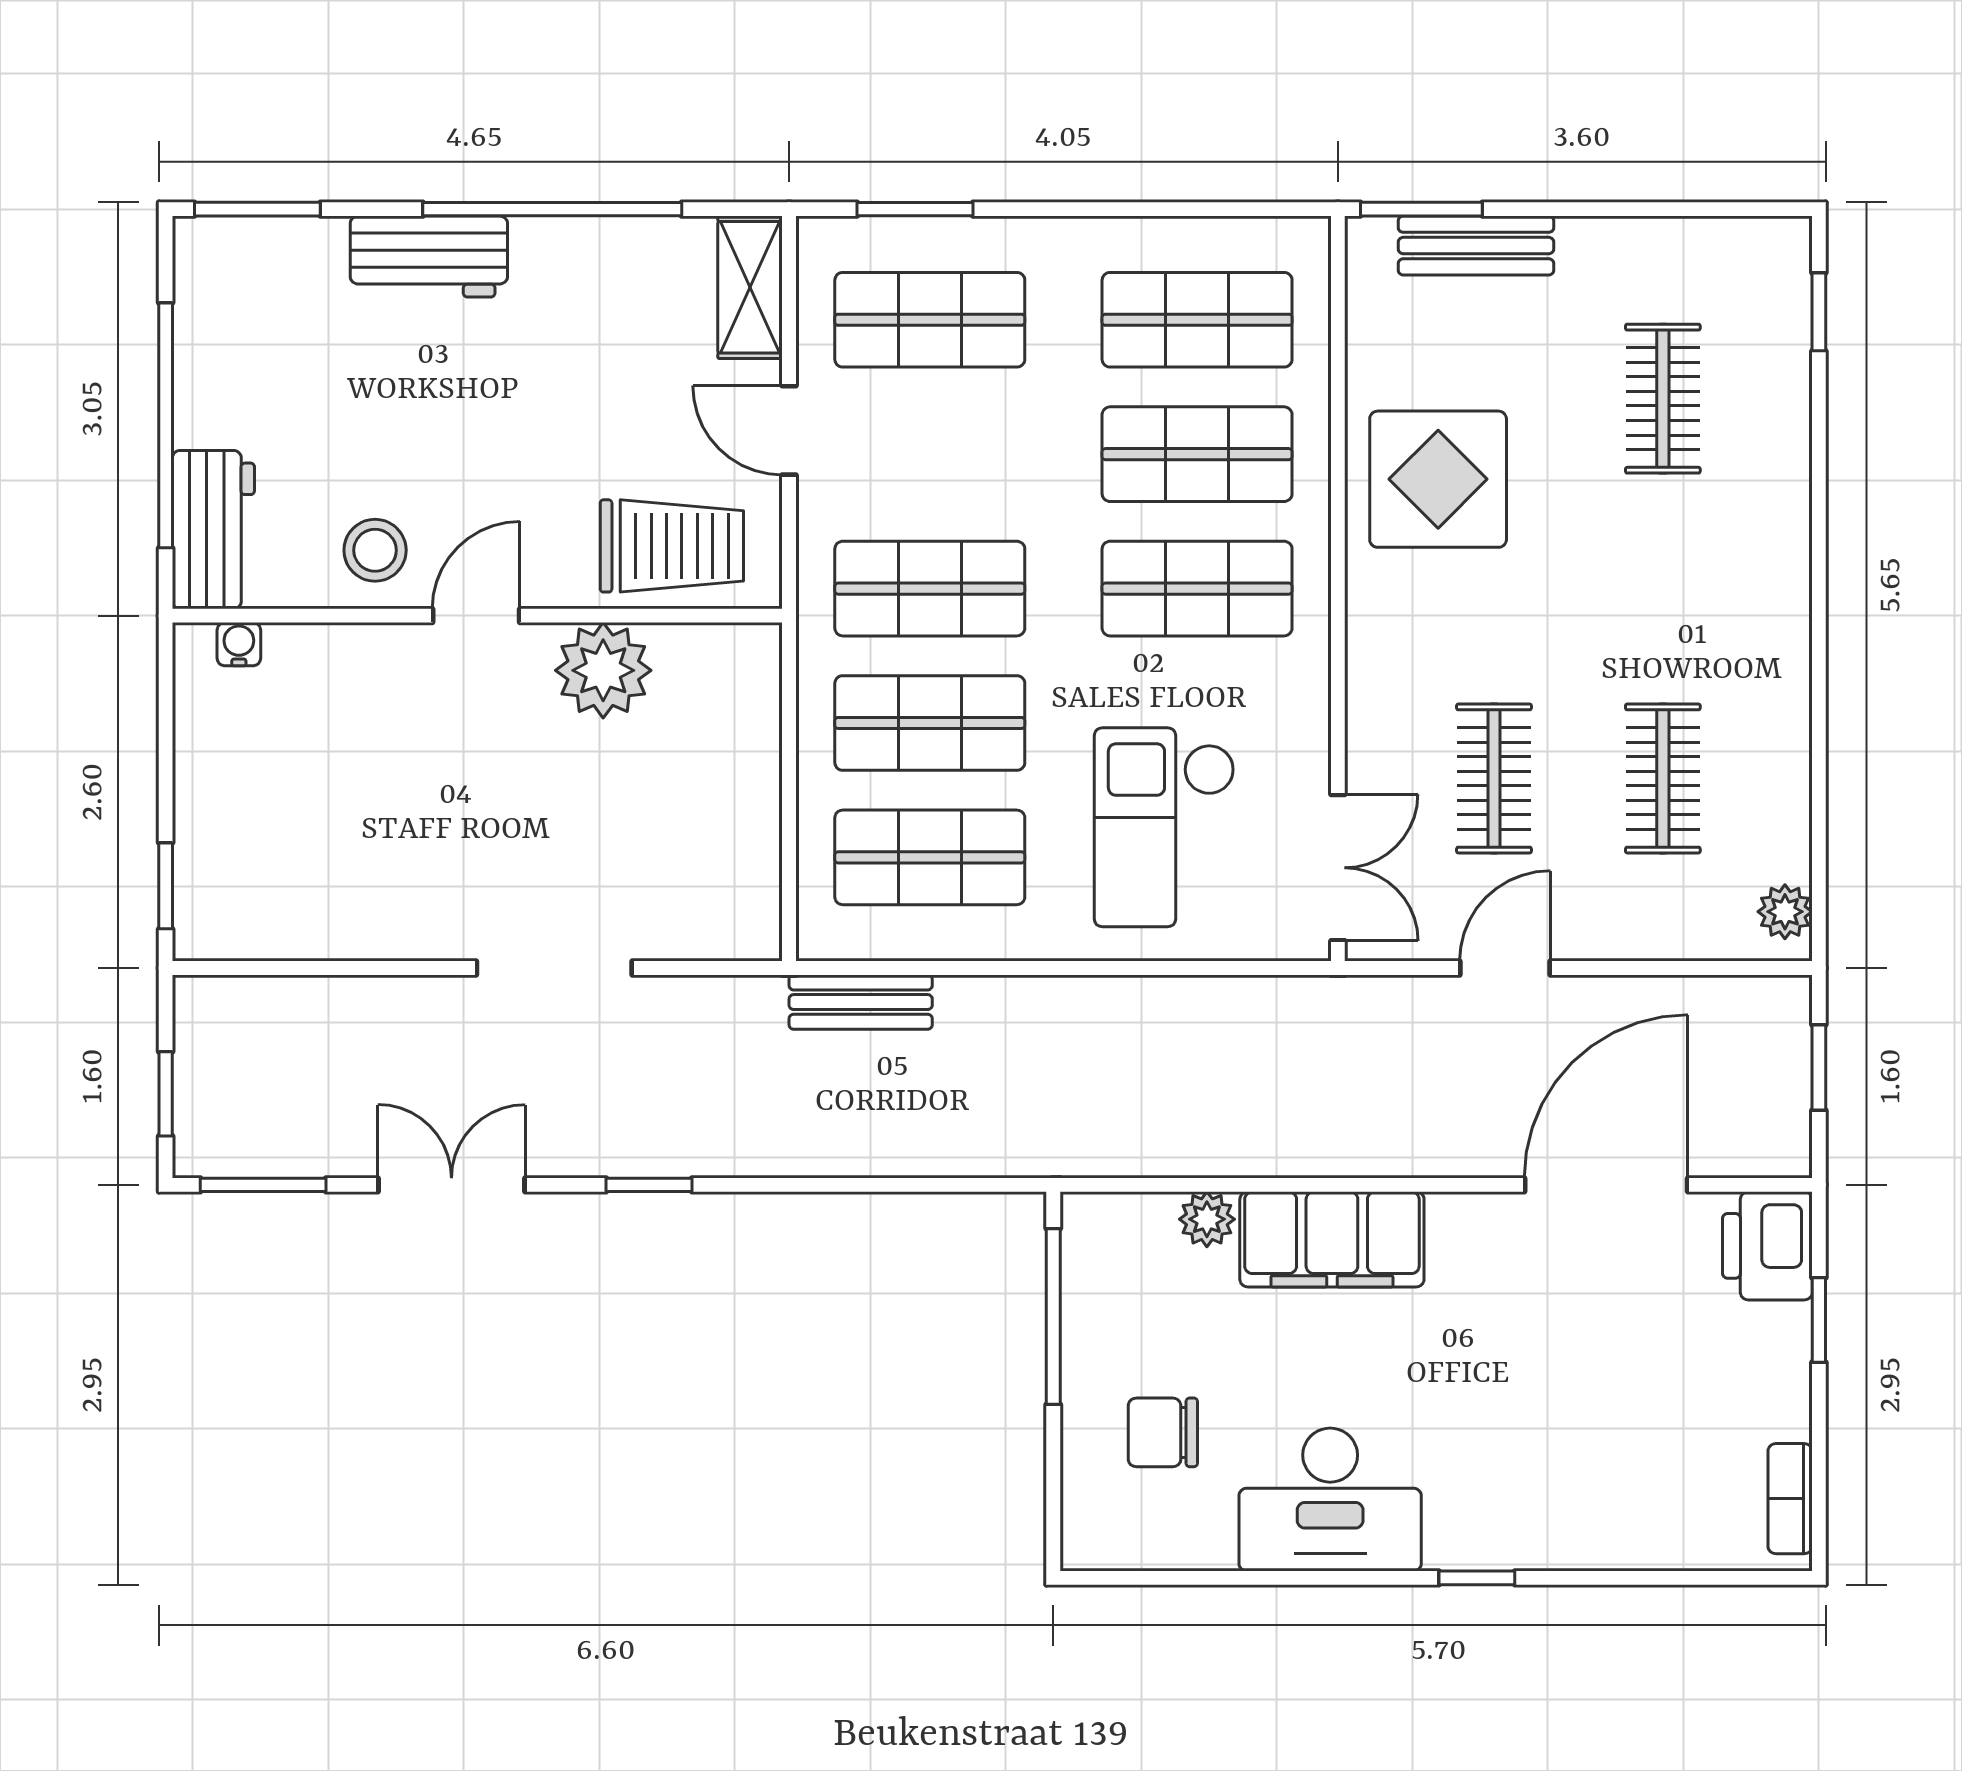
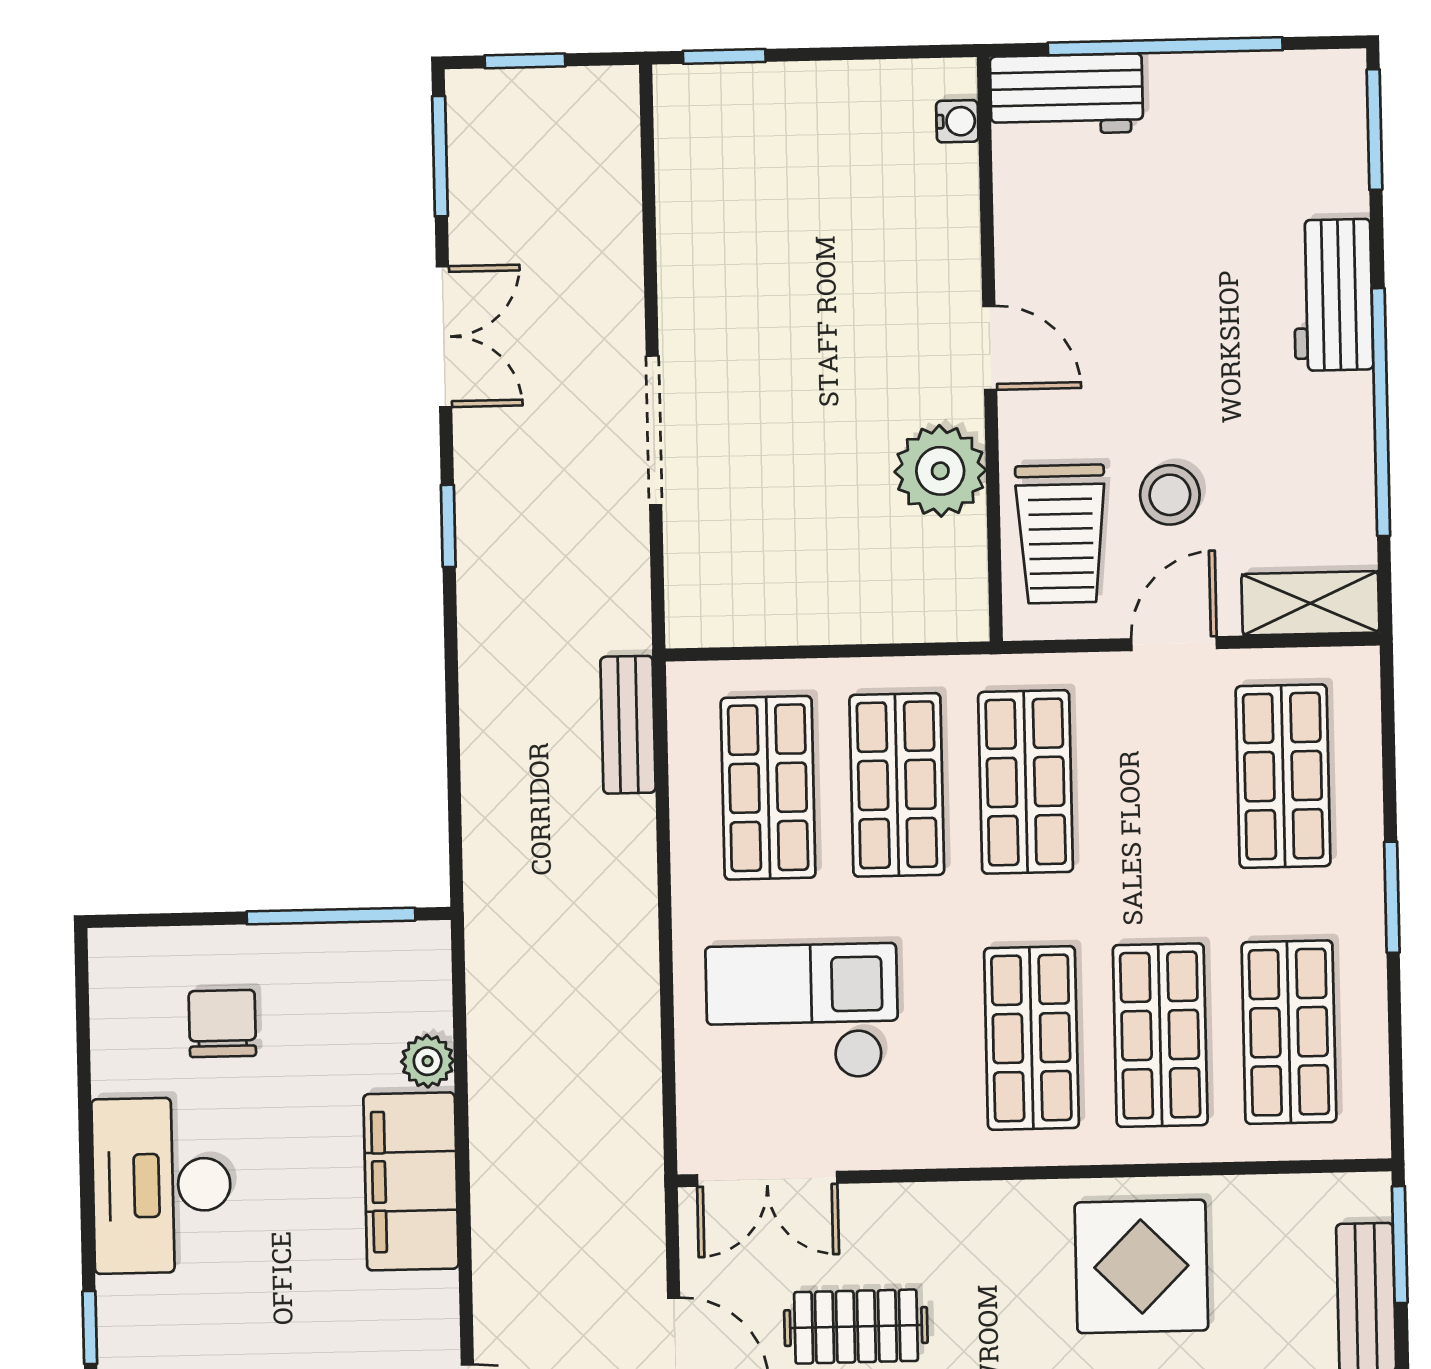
window: (915, 209) -> (1392, 897), moved
stool: (375, 550) -> (1170, 495), moved

